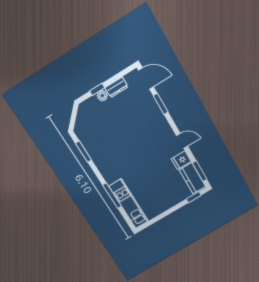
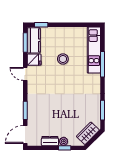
door: (146, 78) -> (25, 134), hinge flipped
wardrobe: (83, 119) -> (88, 133), added
stool: (153, 178) -> (63, 59), added

